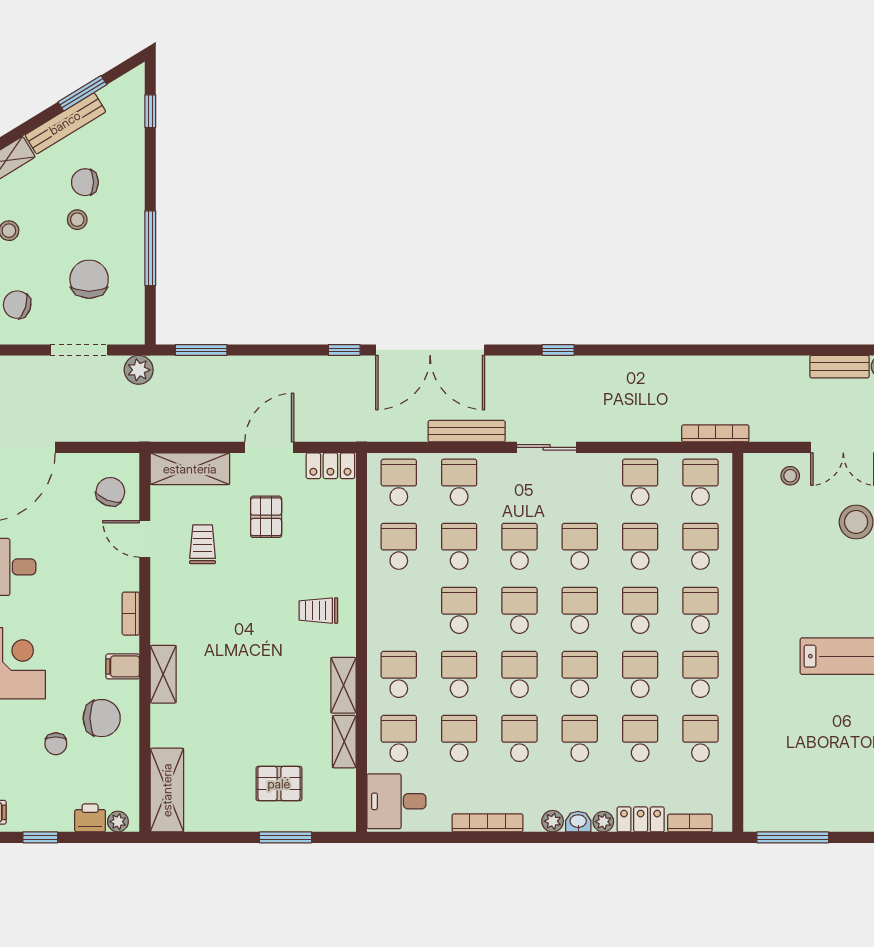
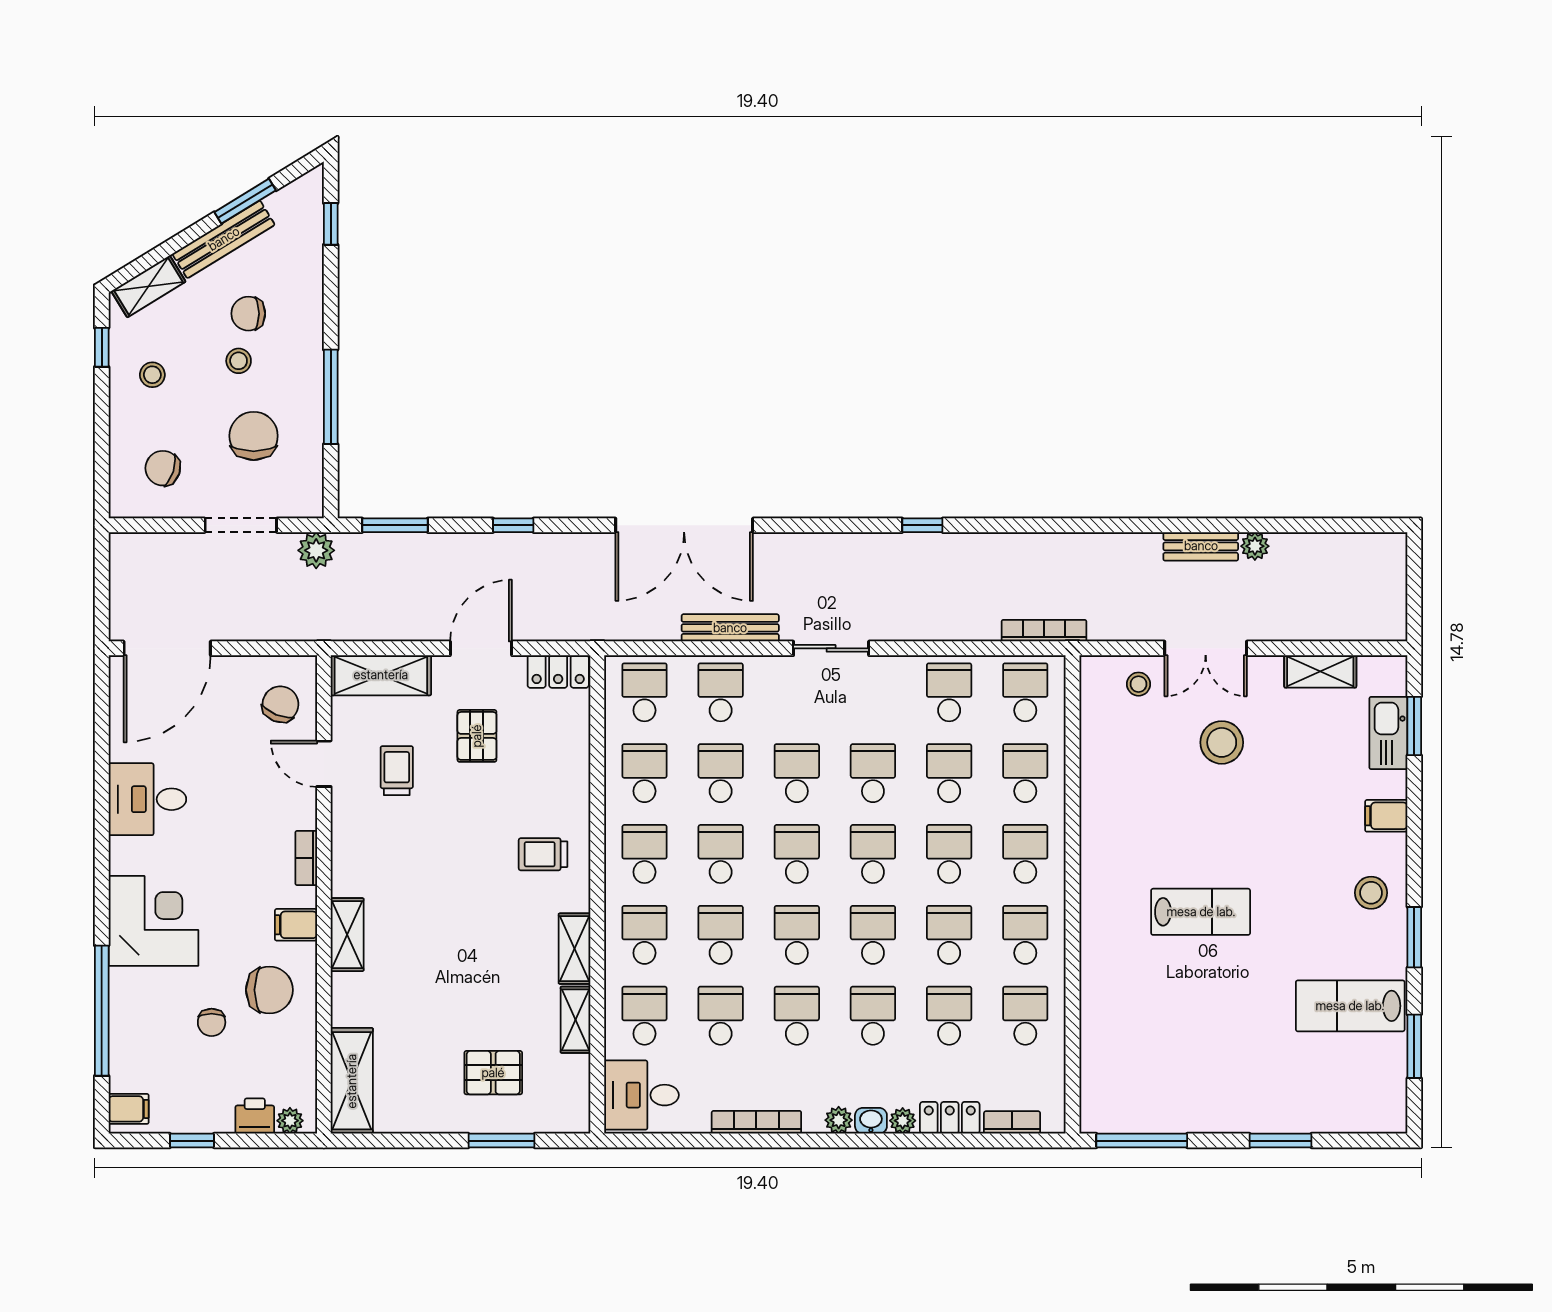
window: (344, 350) -> (513, 525), moved
window: (558, 350) -> (922, 525), moved
school desk: (399, 610) -> (644, 854), added

